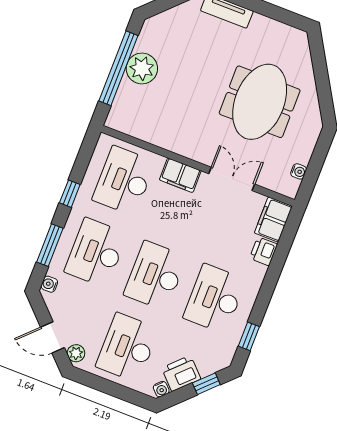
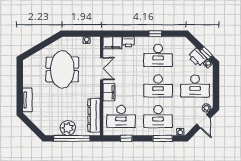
meeting table: (260, 102) -> (62, 69), turned 90
dresser: (147, 129) -> (94, 115), added
double door: (232, 179) -> (102, 69), swing flipped
window: (70, 194) -> (126, 138), moved
window: (249, 336) -> (155, 34), moved
window: (206, 384) -> (206, 53), moved

